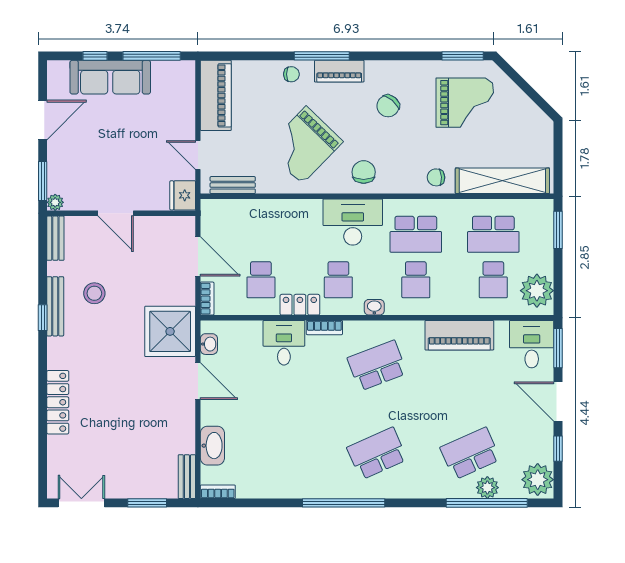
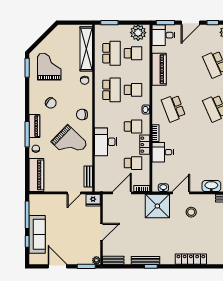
piano: (216, 95) -> (36, 175), moved, turned 90
desk: (353, 222) -> (106, 142), moved
stool: (94, 293) -> (191, 212), moved

